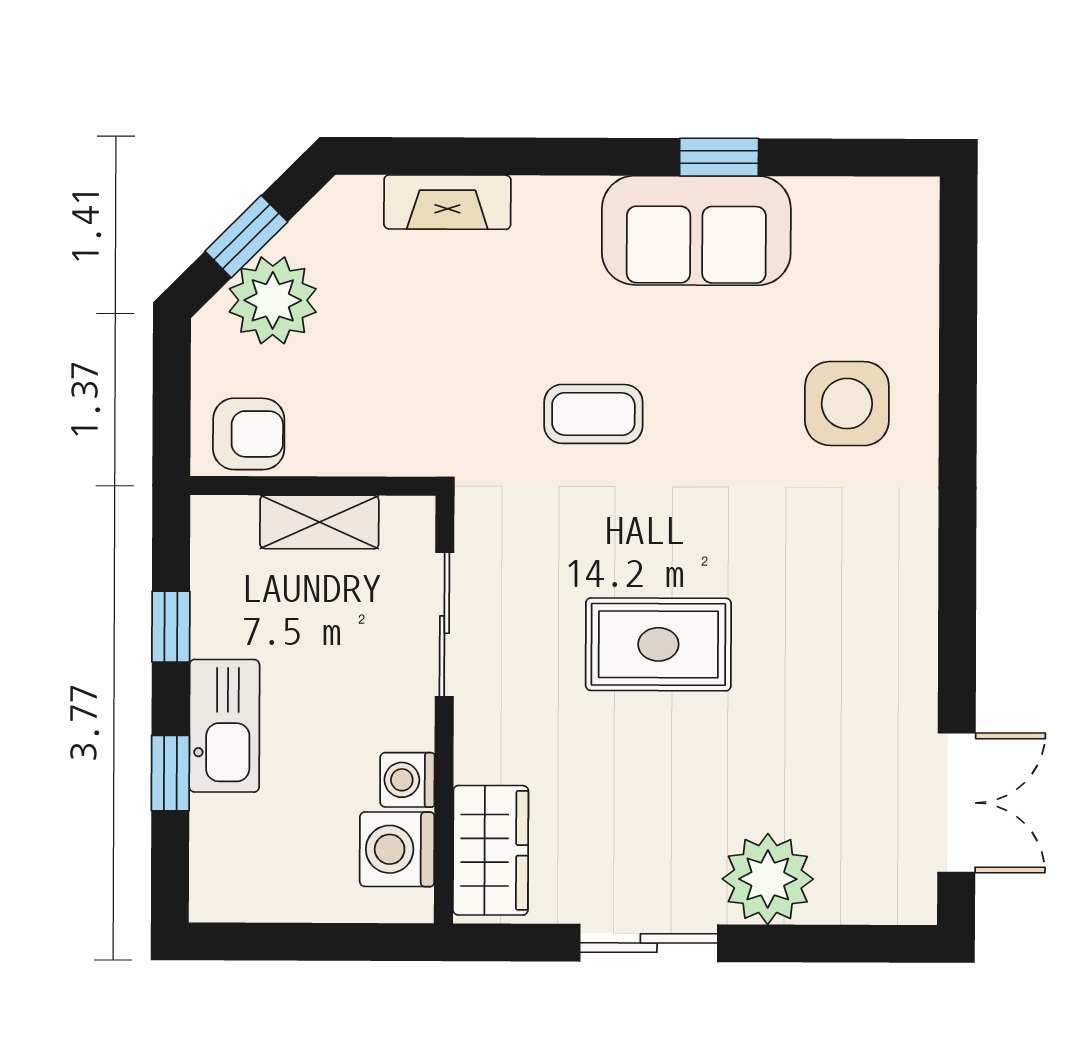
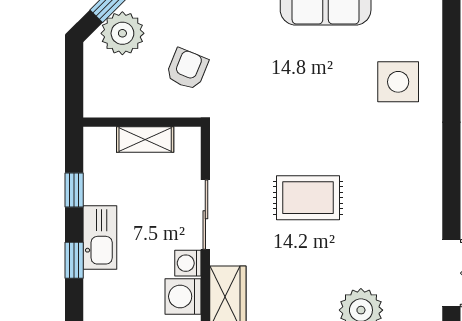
coffee table: (593, 414) -> (277, 87), removed
armchair: (249, 434) -> (187, 69), moved, turned -68
sliding door: (444, 625) -> (205, 215), moved

